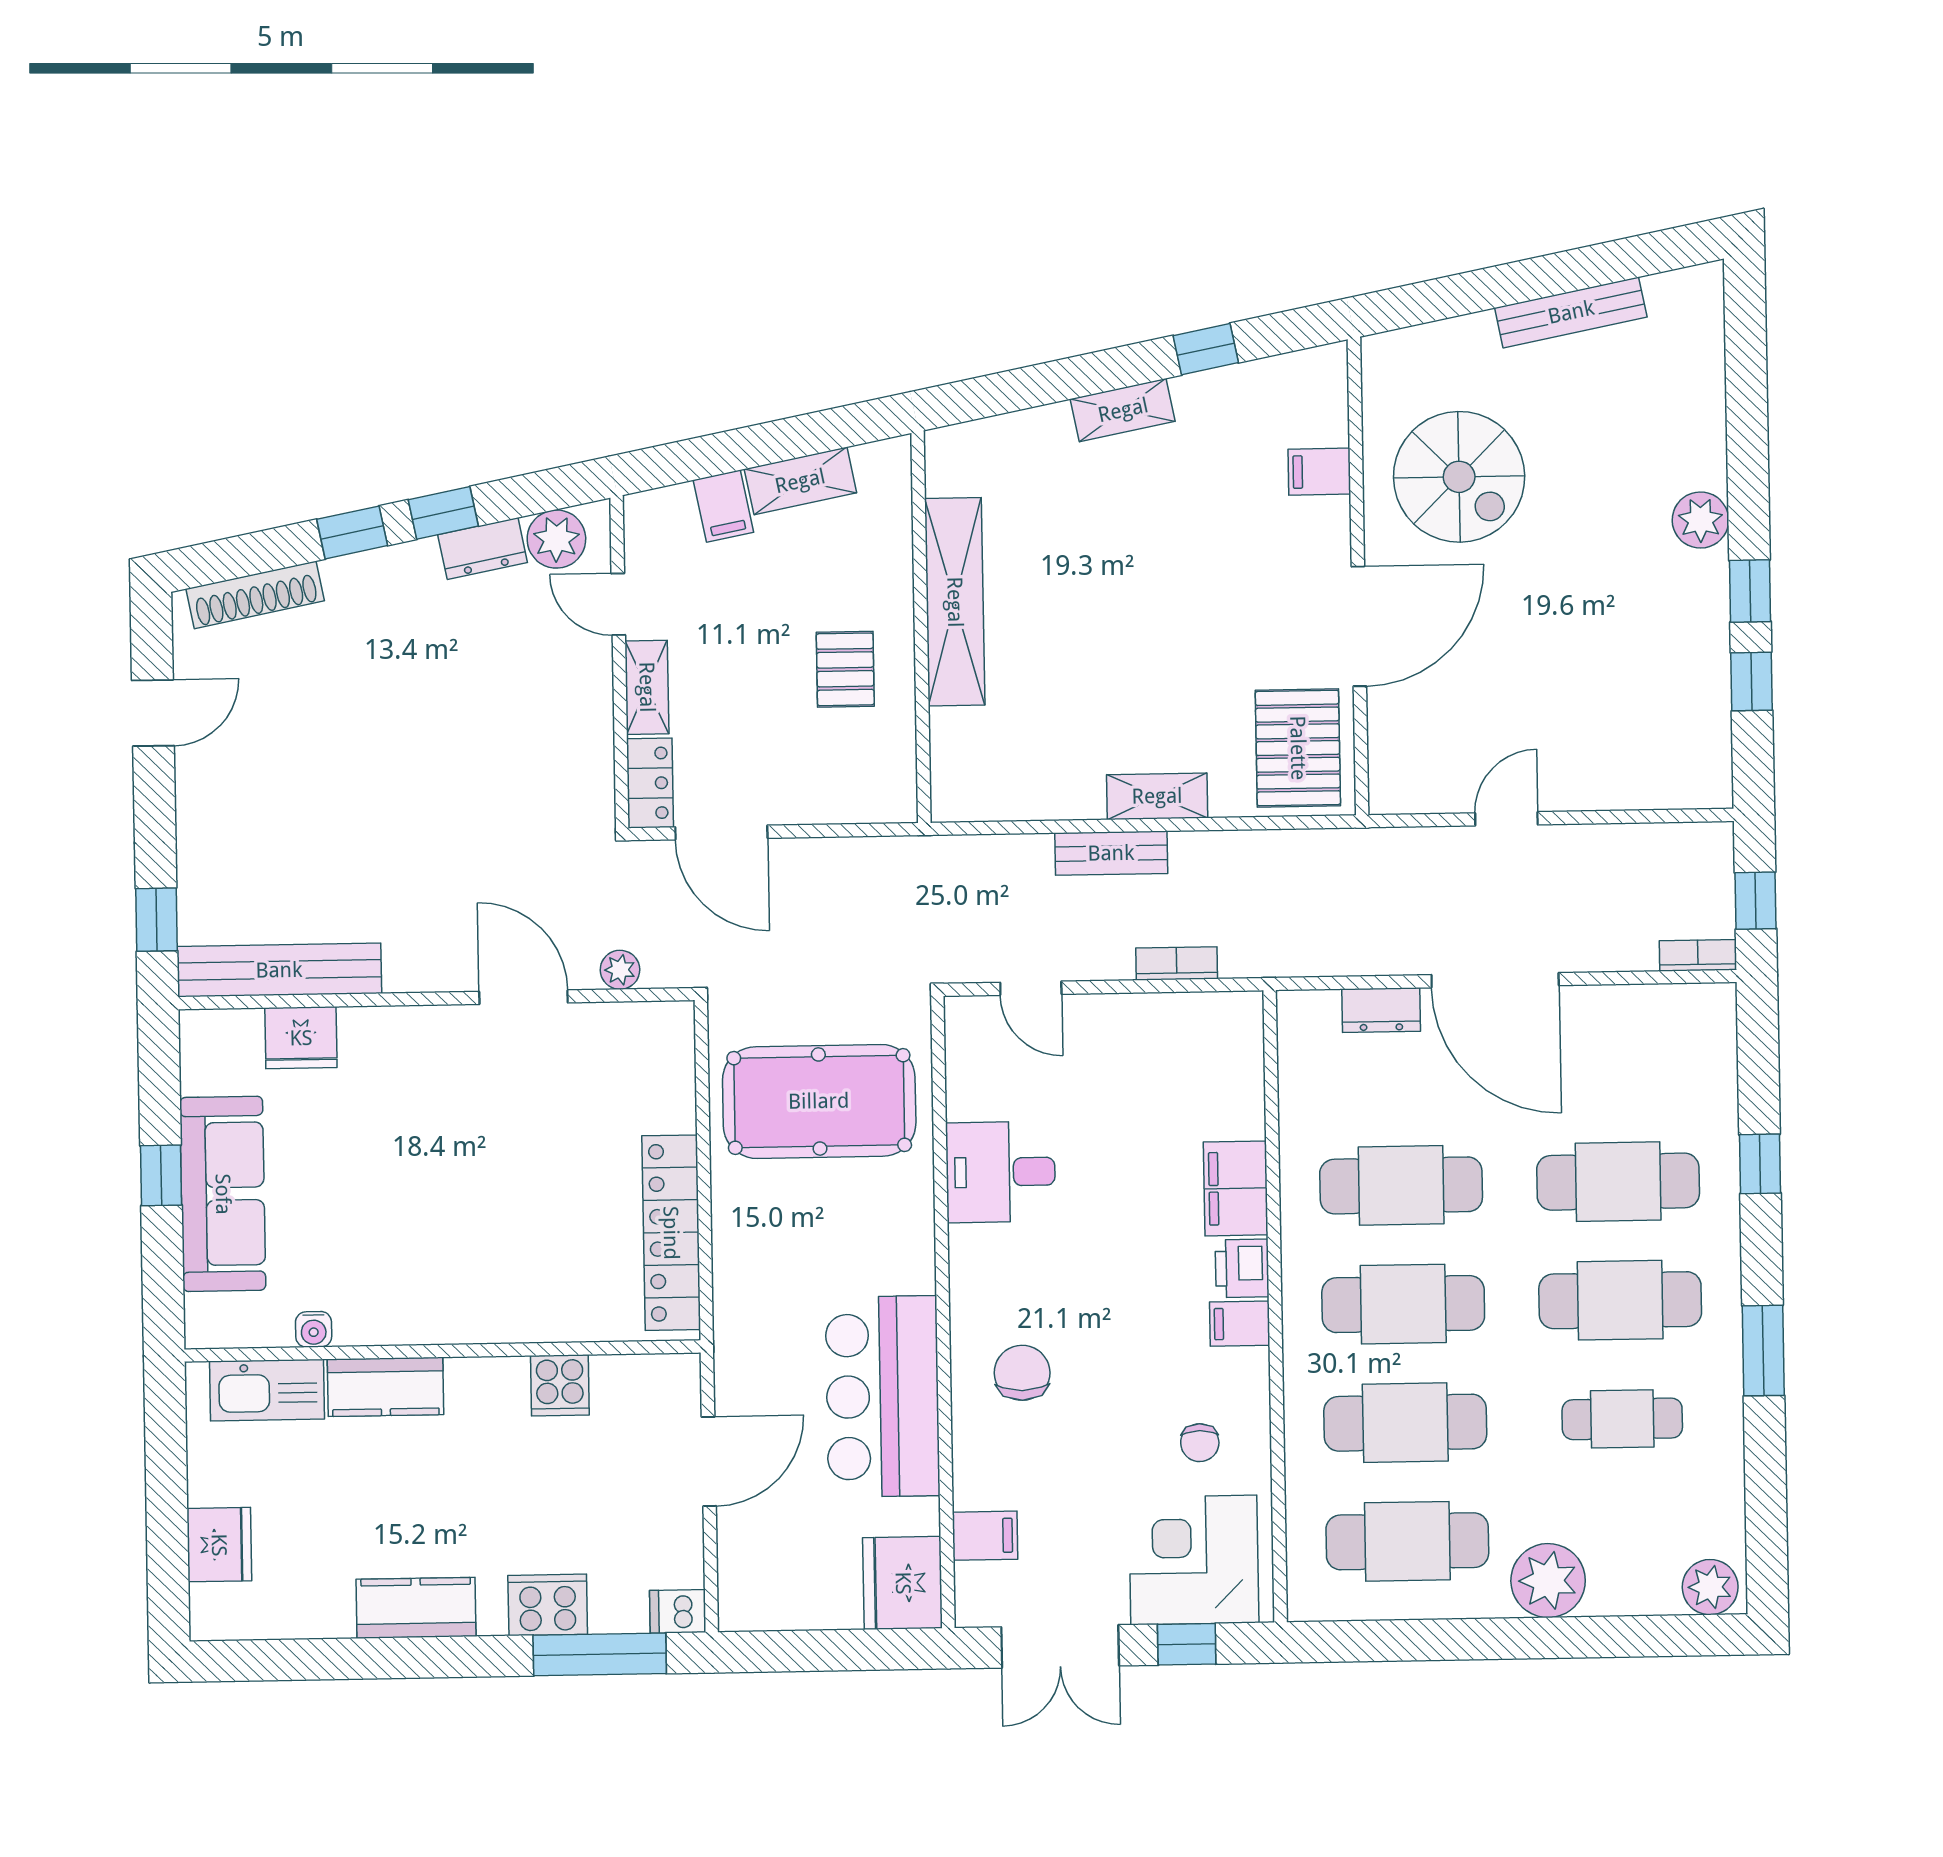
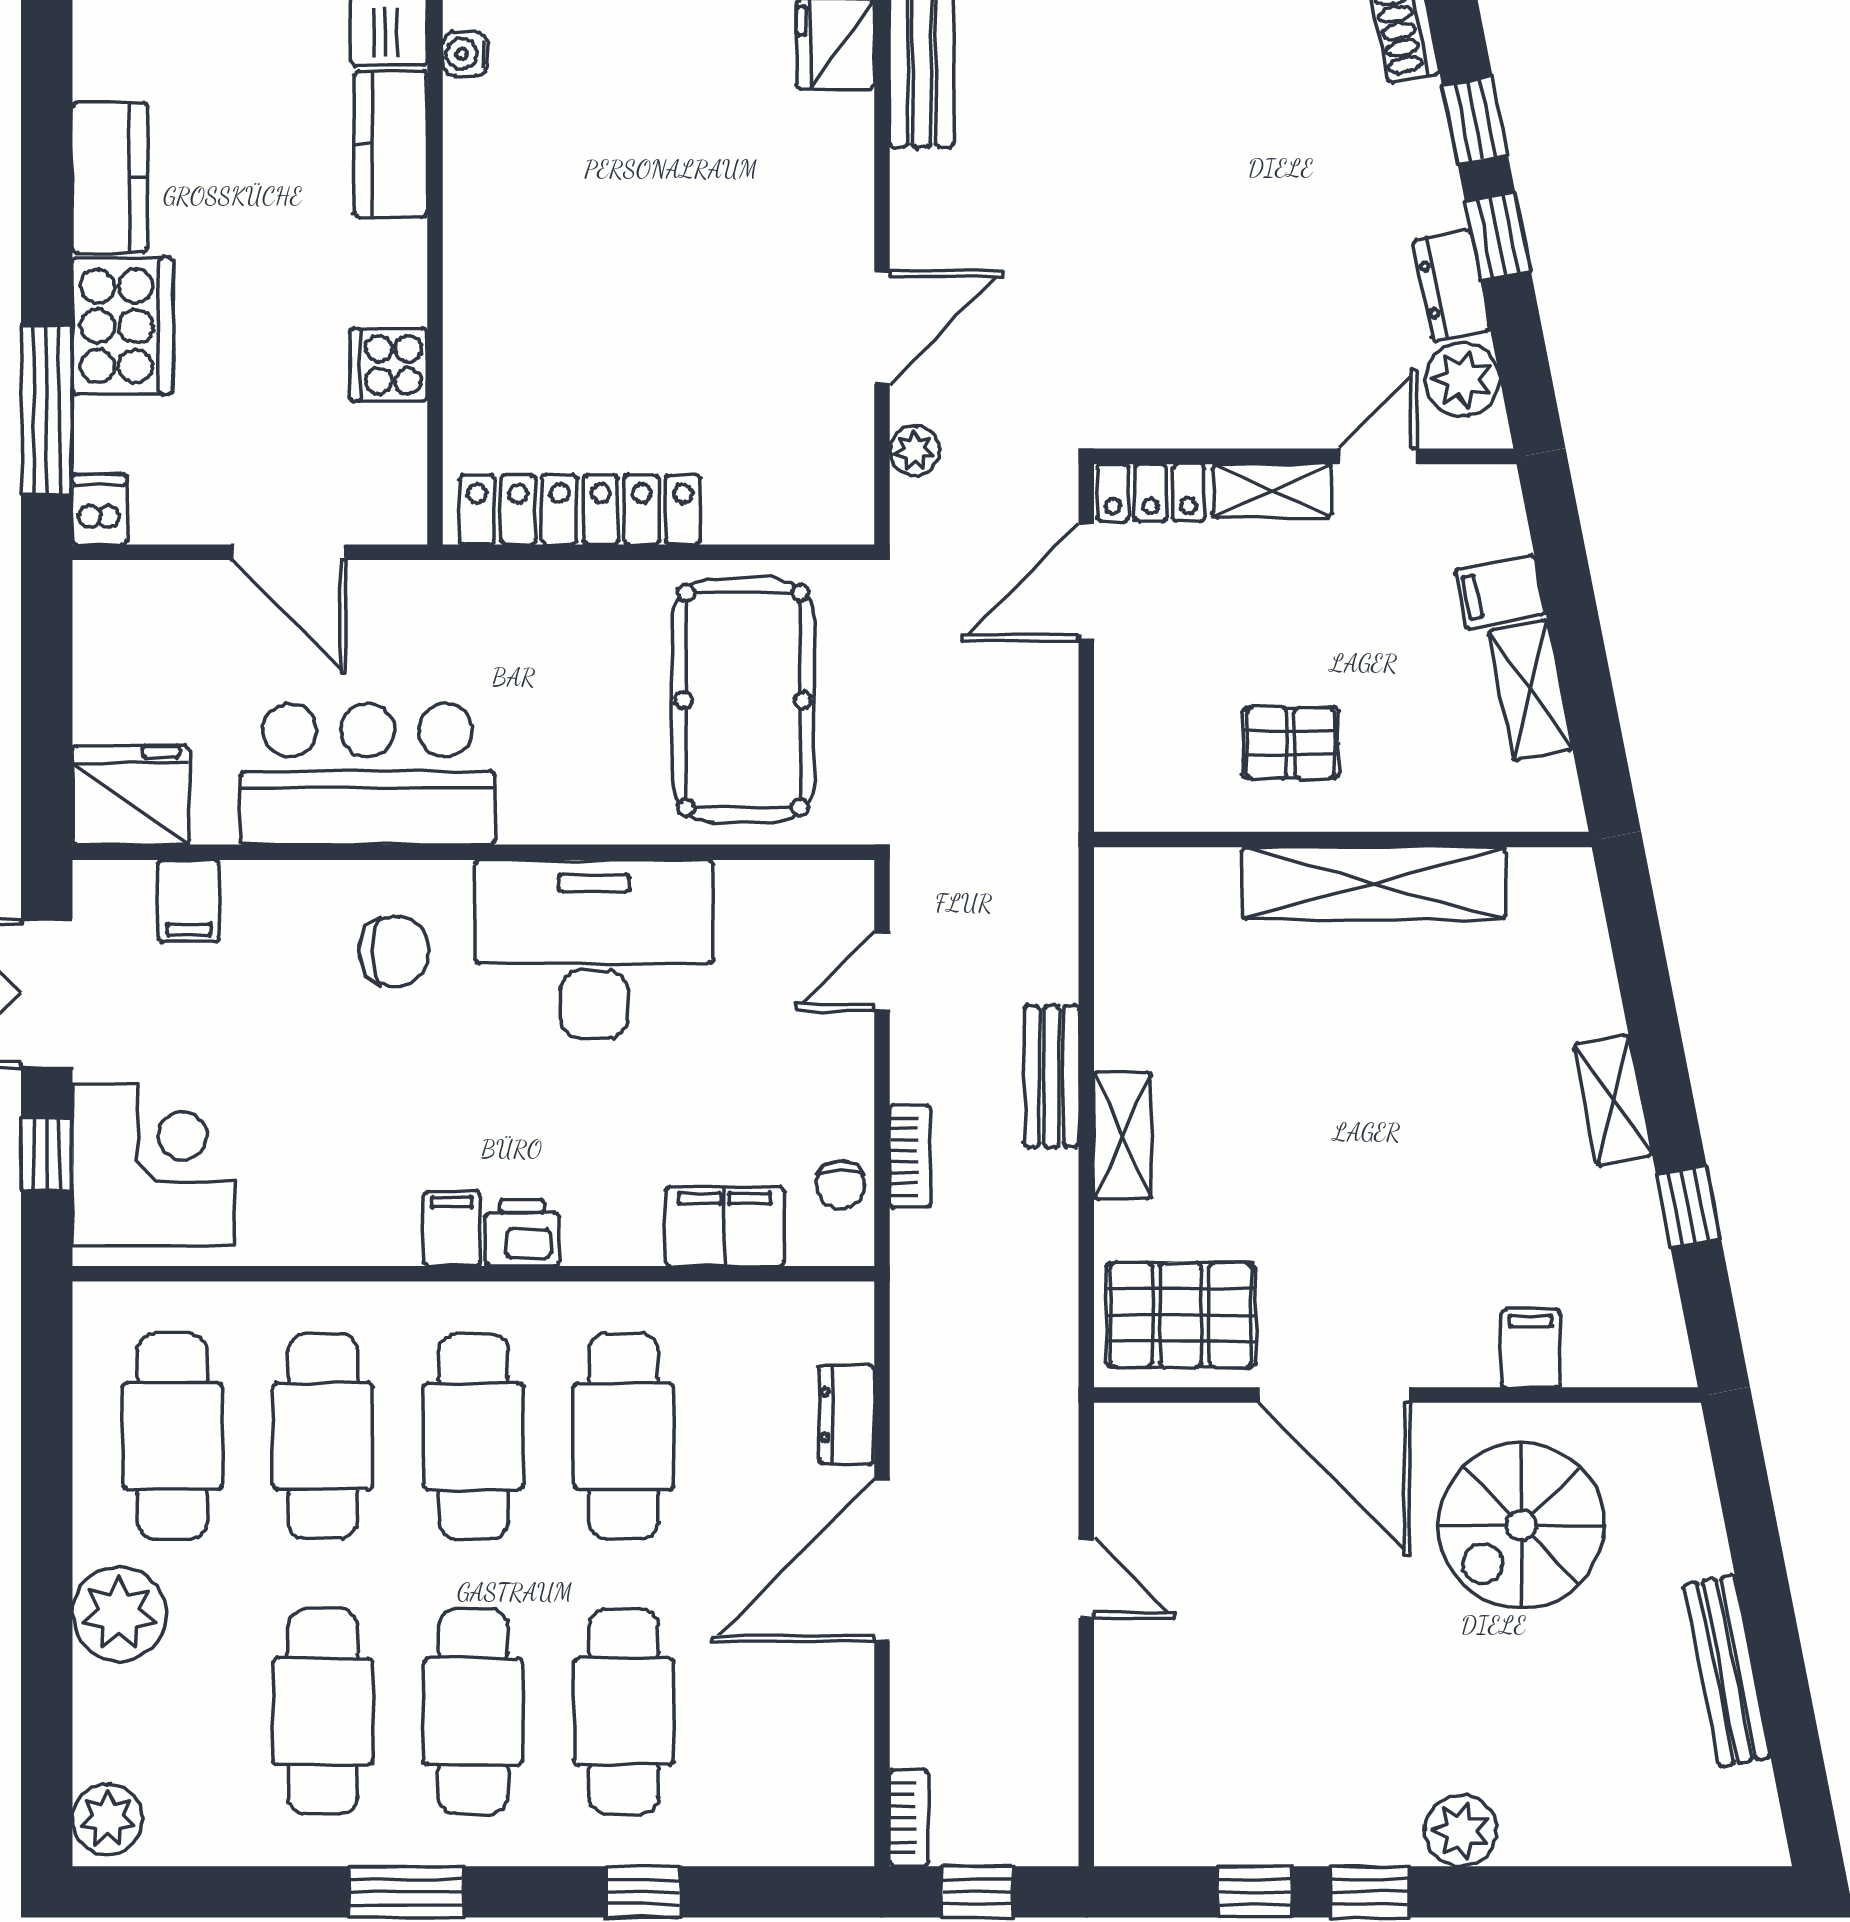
desk: (1001, 1172) -> (594, 949), width x1.87, depth x1.30
filing cabinet: (1236, 1188) -> (725, 1226), moved
cafe table: (1622, 1419) -> (323, 1711), width x1.37, depth x1.35
chair: (1200, 1443) -> (840, 1184), moved, turned -90
cooker: (548, 1605) -> (123, 326), width x1.37, depth x1.31

